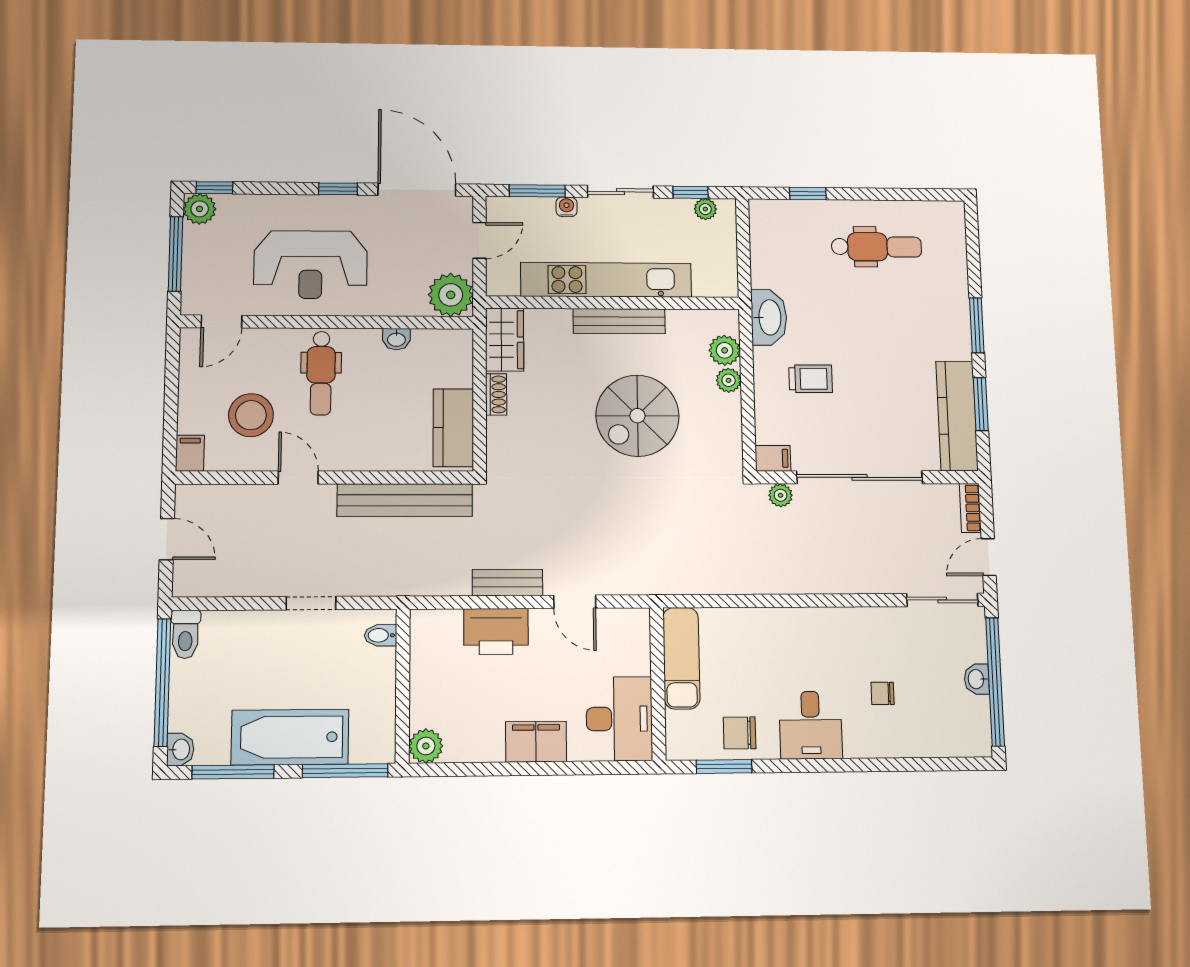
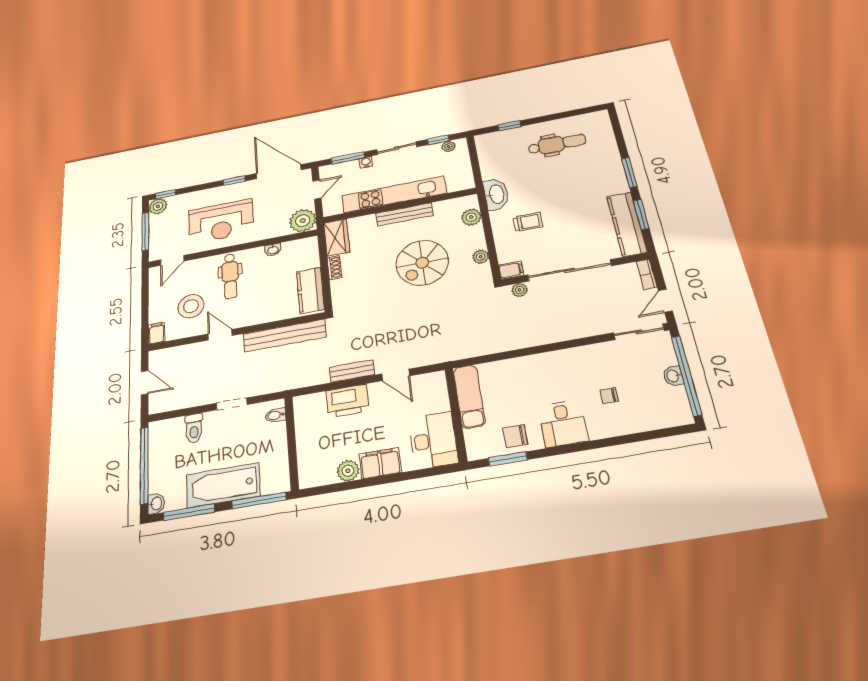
plant: (729, 380) -> (481, 257), moved
toilet: (185, 634) -> (194, 428), moved
plant: (426, 746) -> (348, 471), moved

